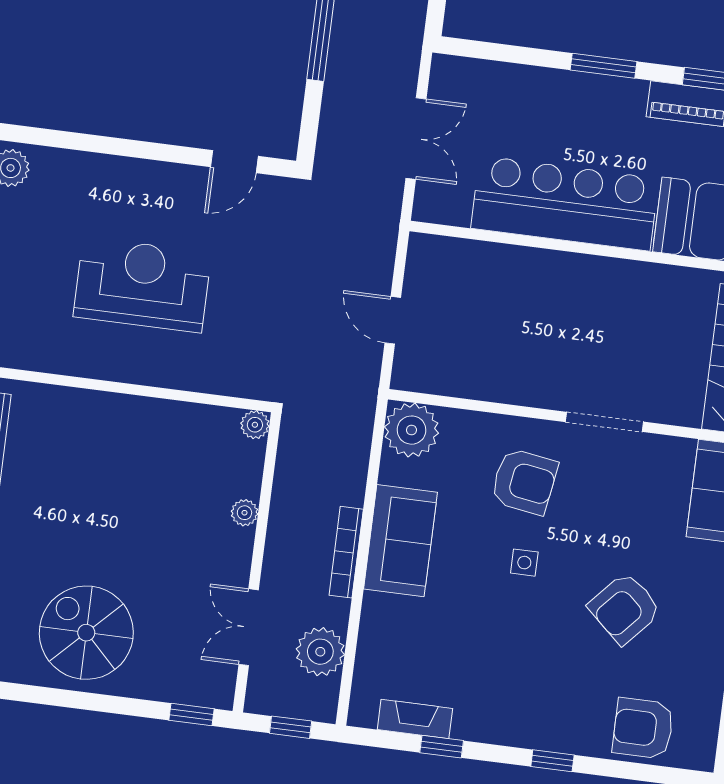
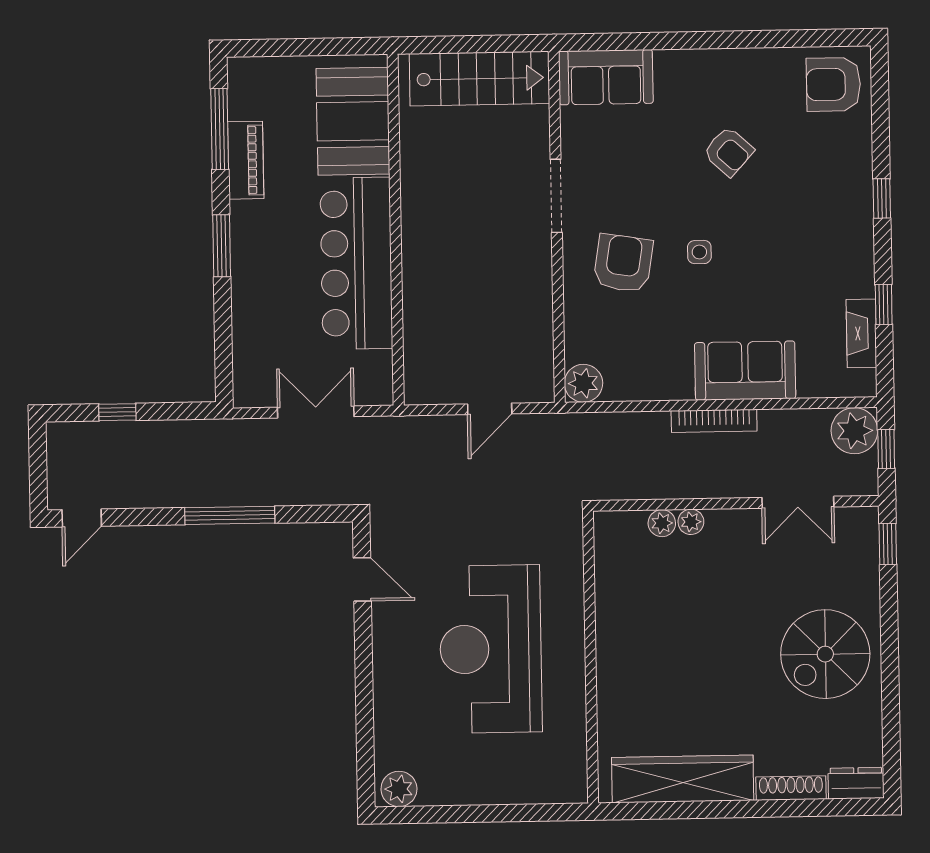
reception desk: (142, 285) -> (491, 649), width x1.36, depth x1.30
plant: (255, 425) -> (662, 523), moved
plant: (411, 430) -> (583, 383), width x0.73, depth x0.73
sofa: (400, 541) -> (745, 371), moved
armchair: (625, 608) -> (729, 151), width x0.72, depth x0.72
plant: (320, 652) -> (854, 431), moved
armchair: (643, 728) -> (833, 84), moved, turned 90

